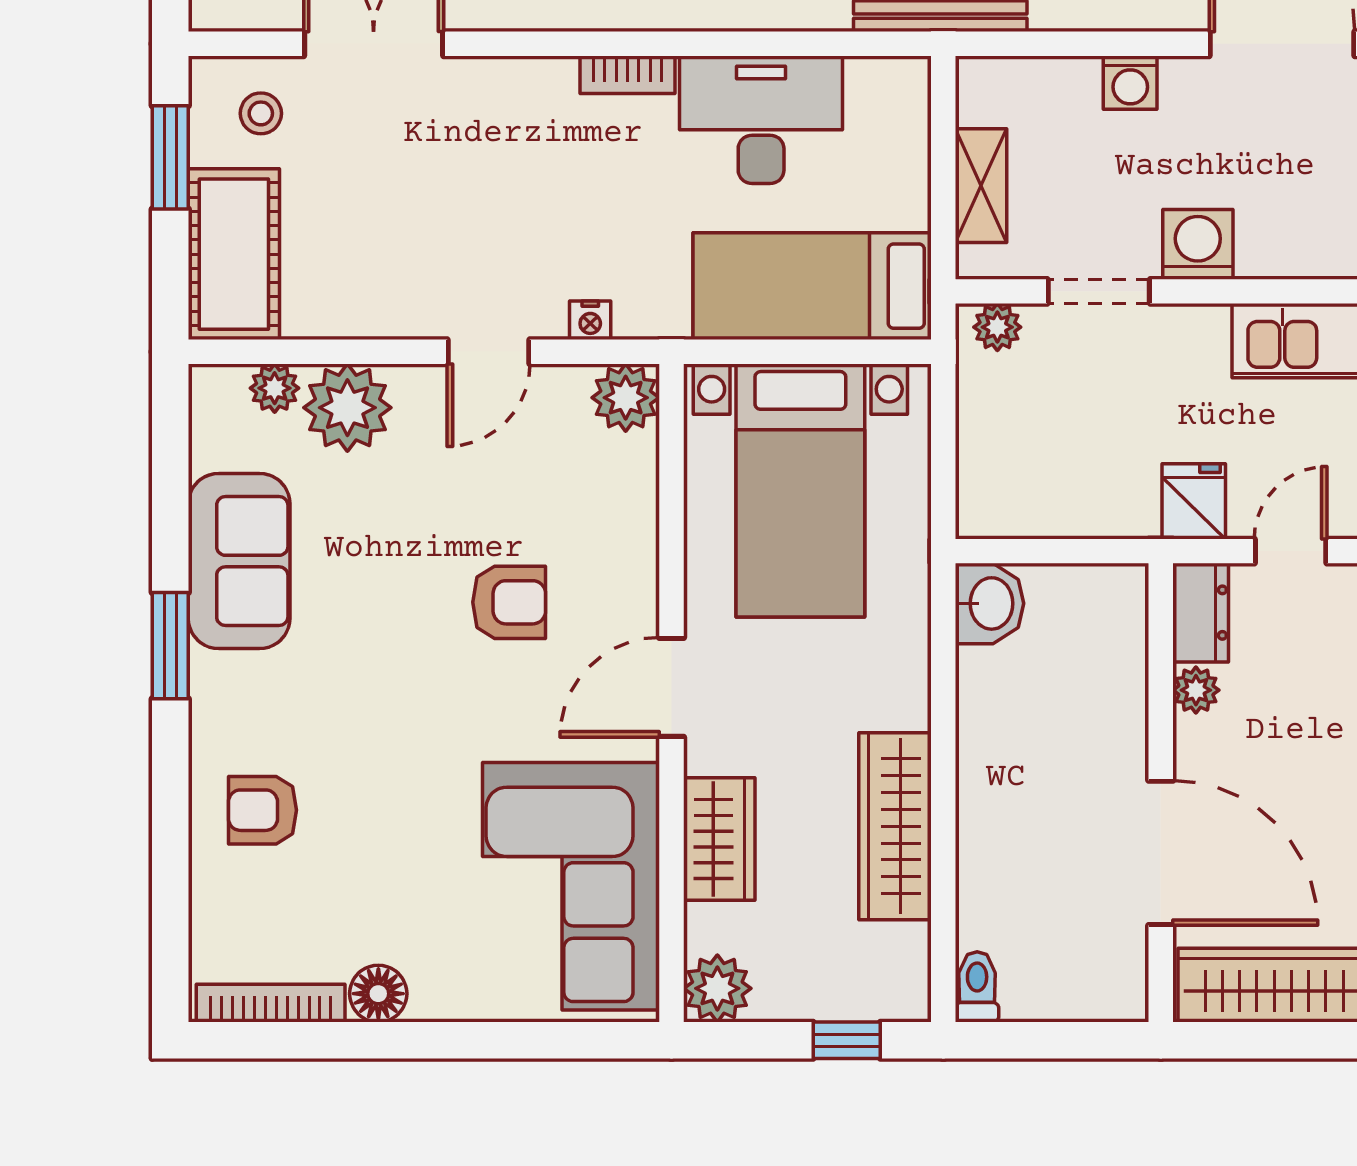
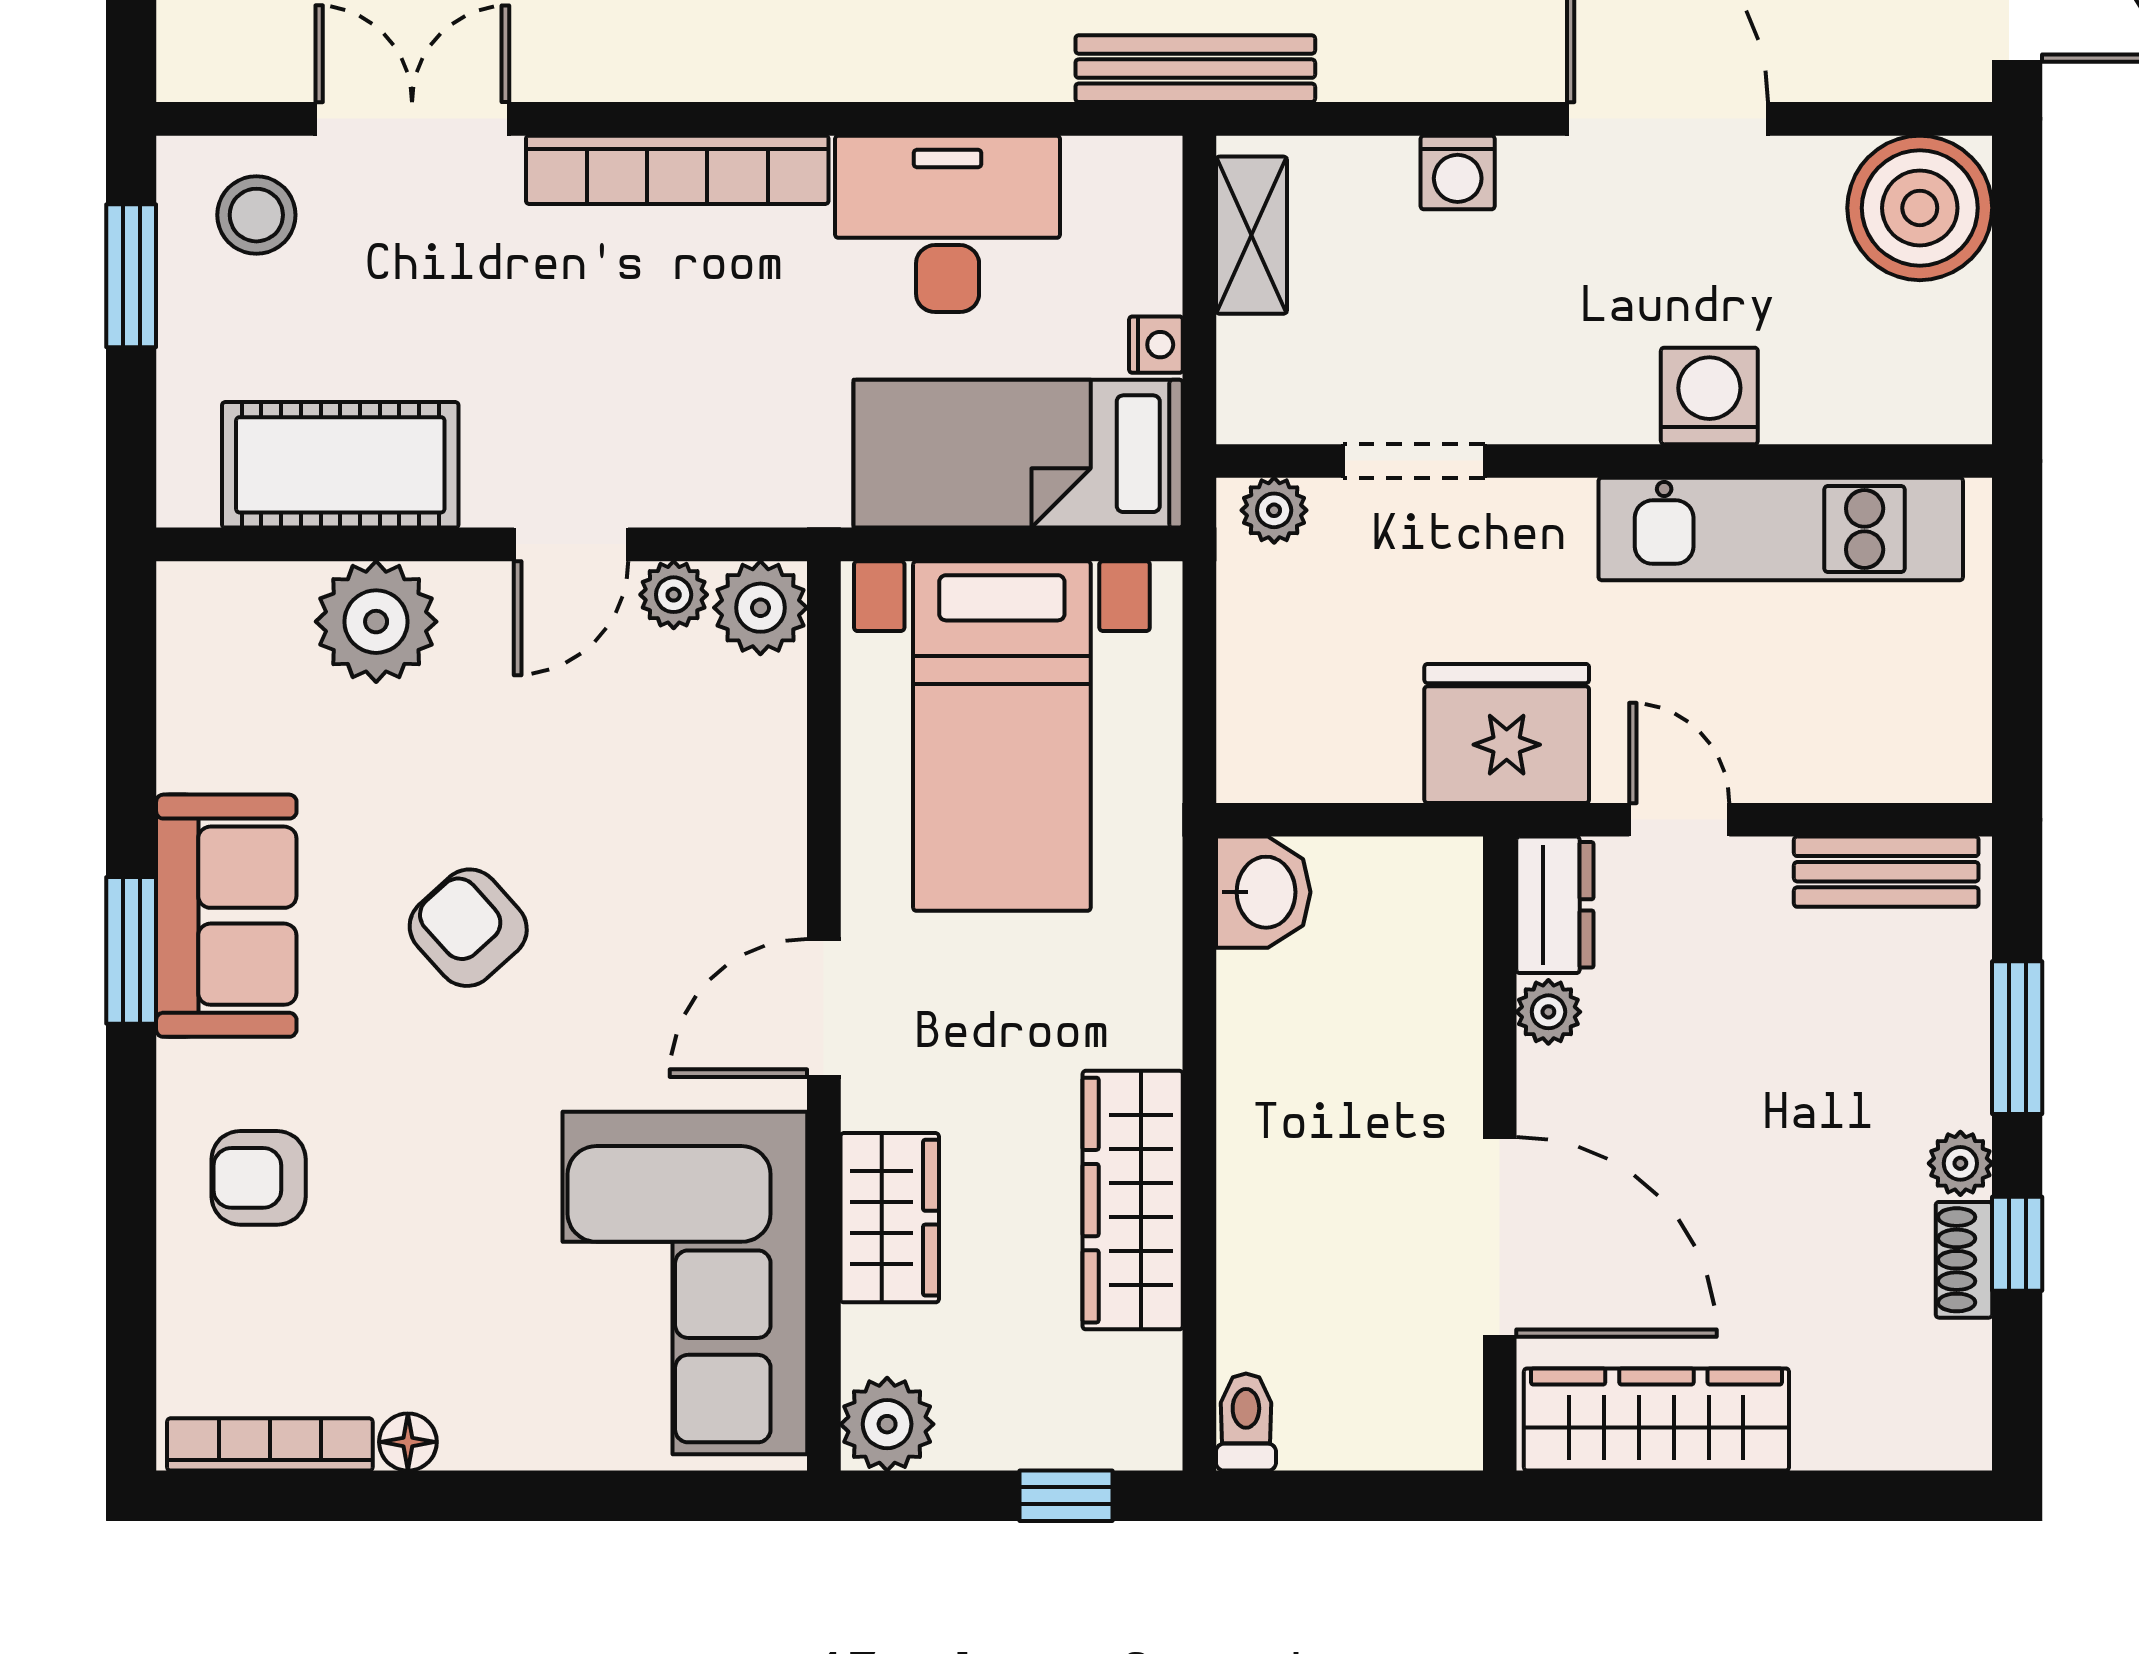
bookcase: (628, 75) -> (677, 170), width x2.31, depth x1.31
stool: (261, 113) -> (256, 215), width x1.37, depth x1.37
shelving: (981, 186) -> (1251, 235), moved
washing machine: (1198, 244) -> (1709, 396), moved
cot: (234, 254) -> (340, 465), moved, turned 90
nightstand: (590, 320) -> (1156, 345), moved, turned -90
plant: (275, 388) -> (674, 595), moved
fridge: (1194, 501) -> (1507, 733), width x1.88, depth x1.34
door: (1291, 551) -> (1679, 820), hinge flipped
sofa: (239, 561) -> (226, 916), moved
armchair: (509, 602) -> (468, 928), moved, turned -132
floor lamp: (378, 994) -> (408, 1442), width x0.73, depth x0.73

